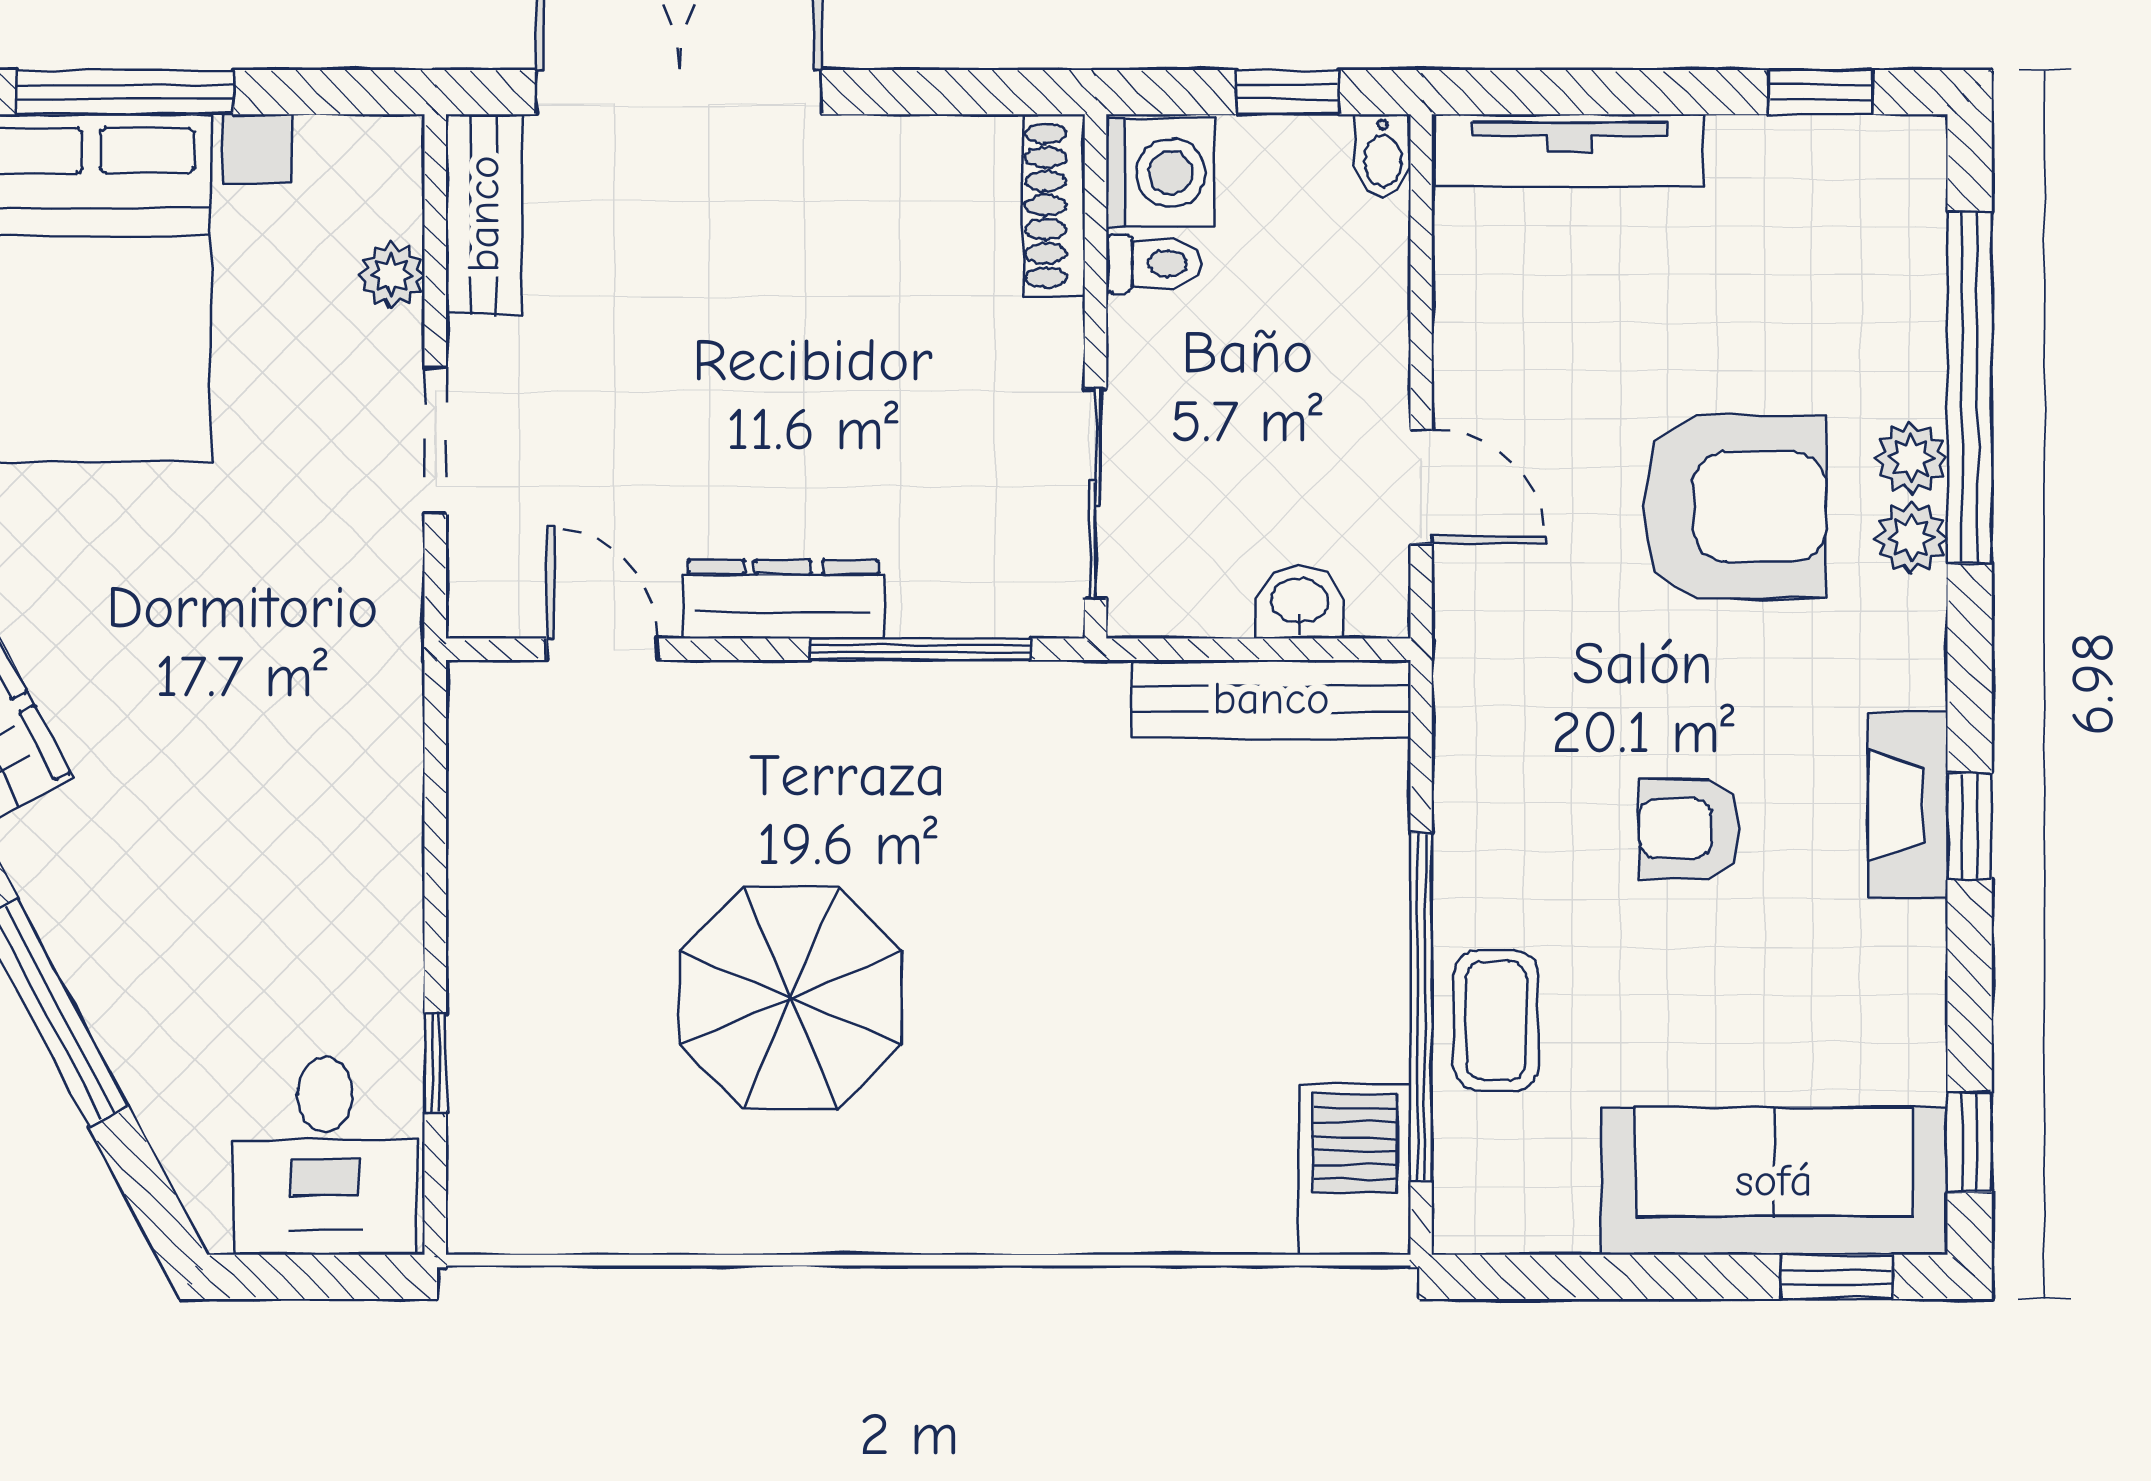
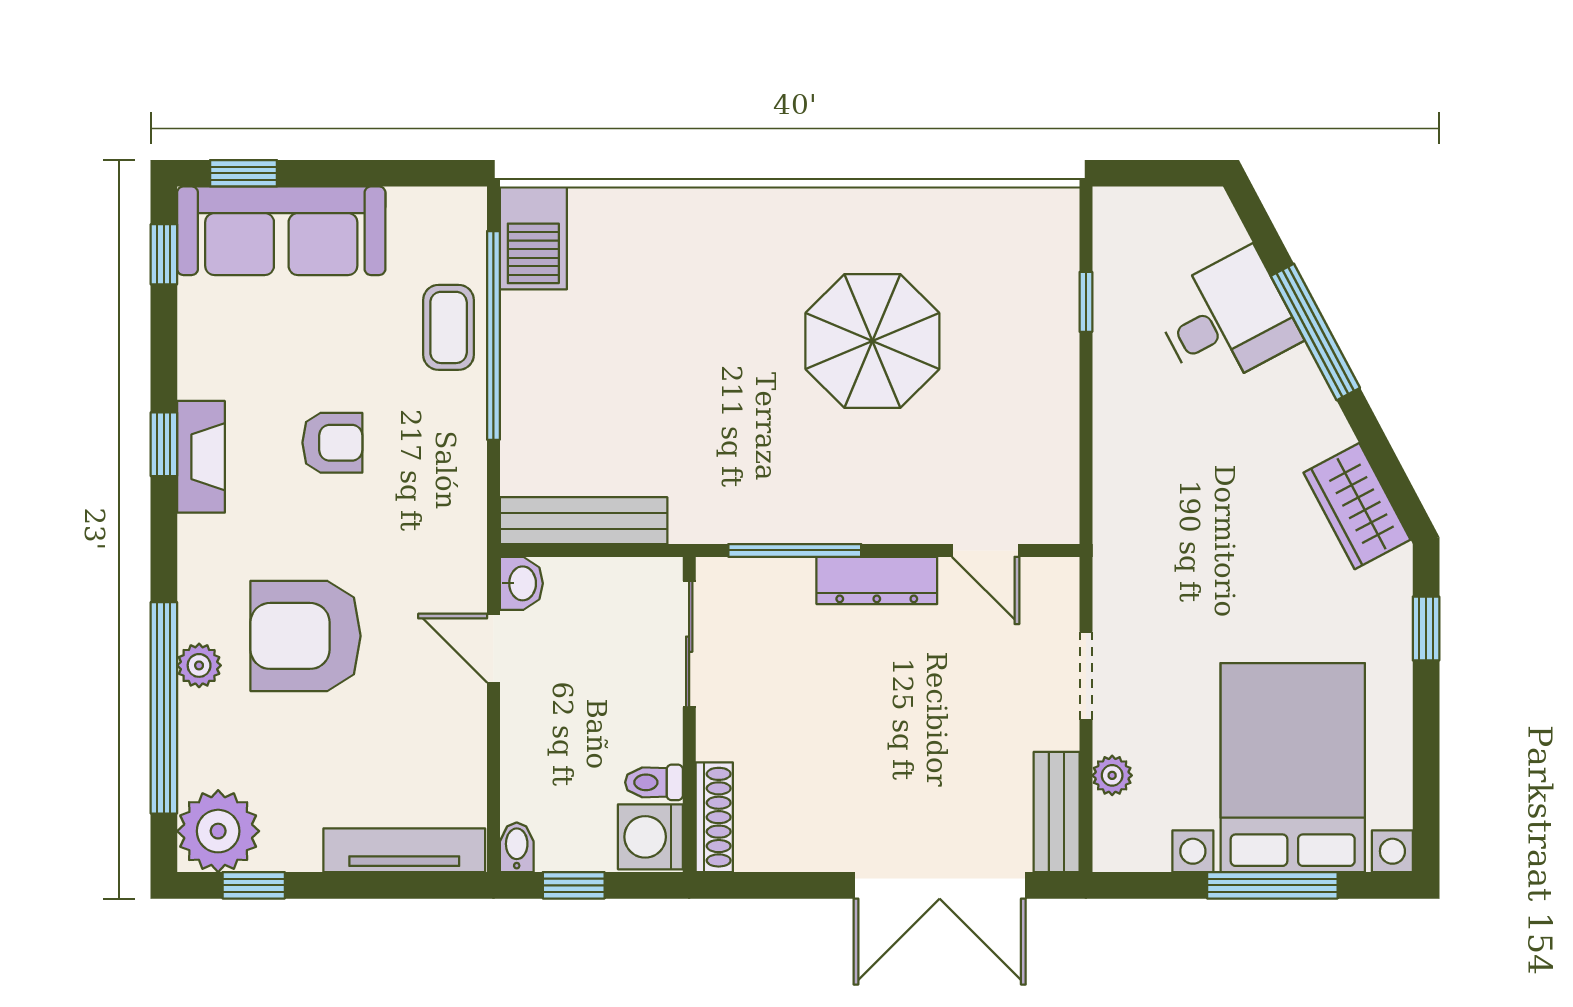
plant: (1911, 538) -> (218, 831), moved, width x1.88, depth x1.88
washbasin: (1300, 603) -> (521, 583), moved, turned -90
desk: (325, 1156) -> (1226, 320), moved, turned 62

